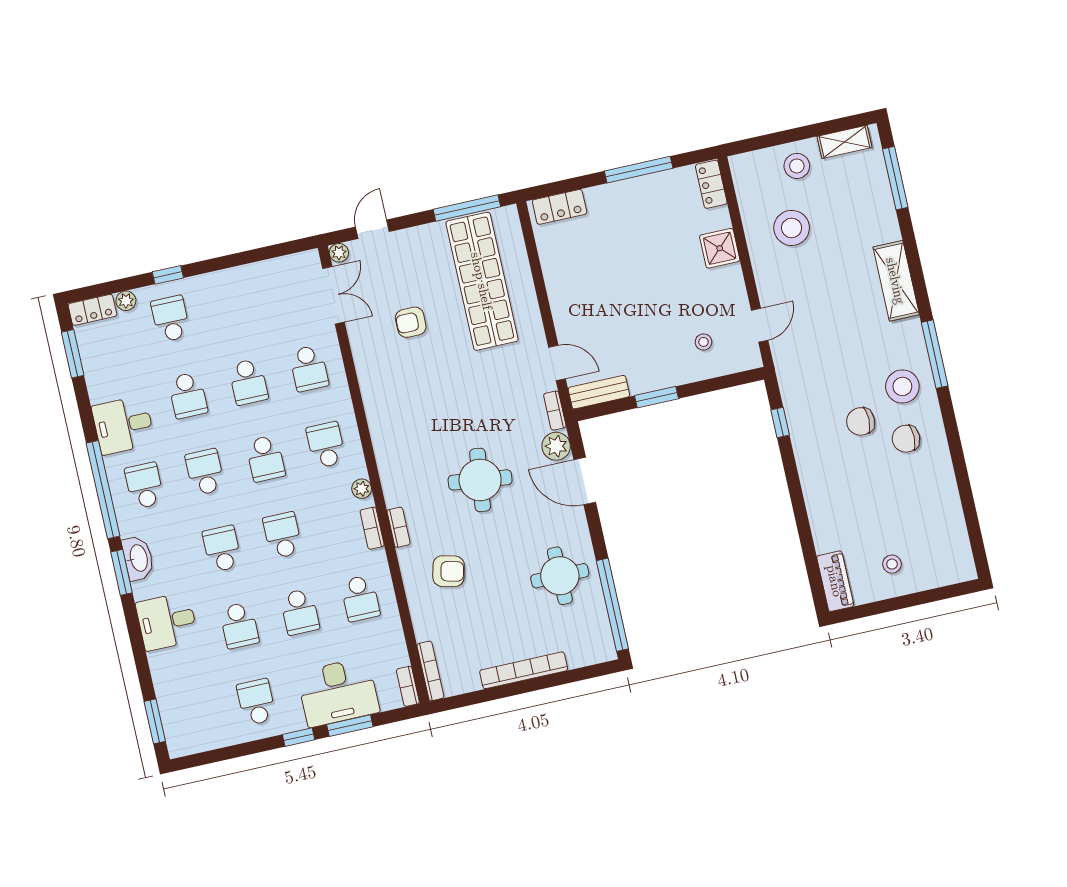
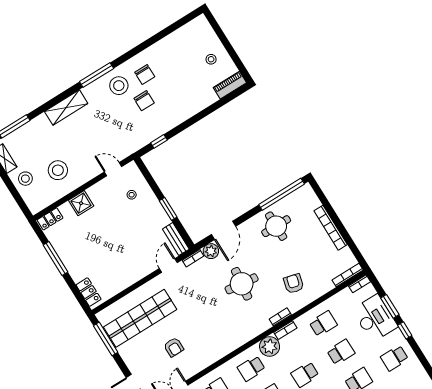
plant: (362, 489) -> (270, 346), width x1.88, depth x1.88

